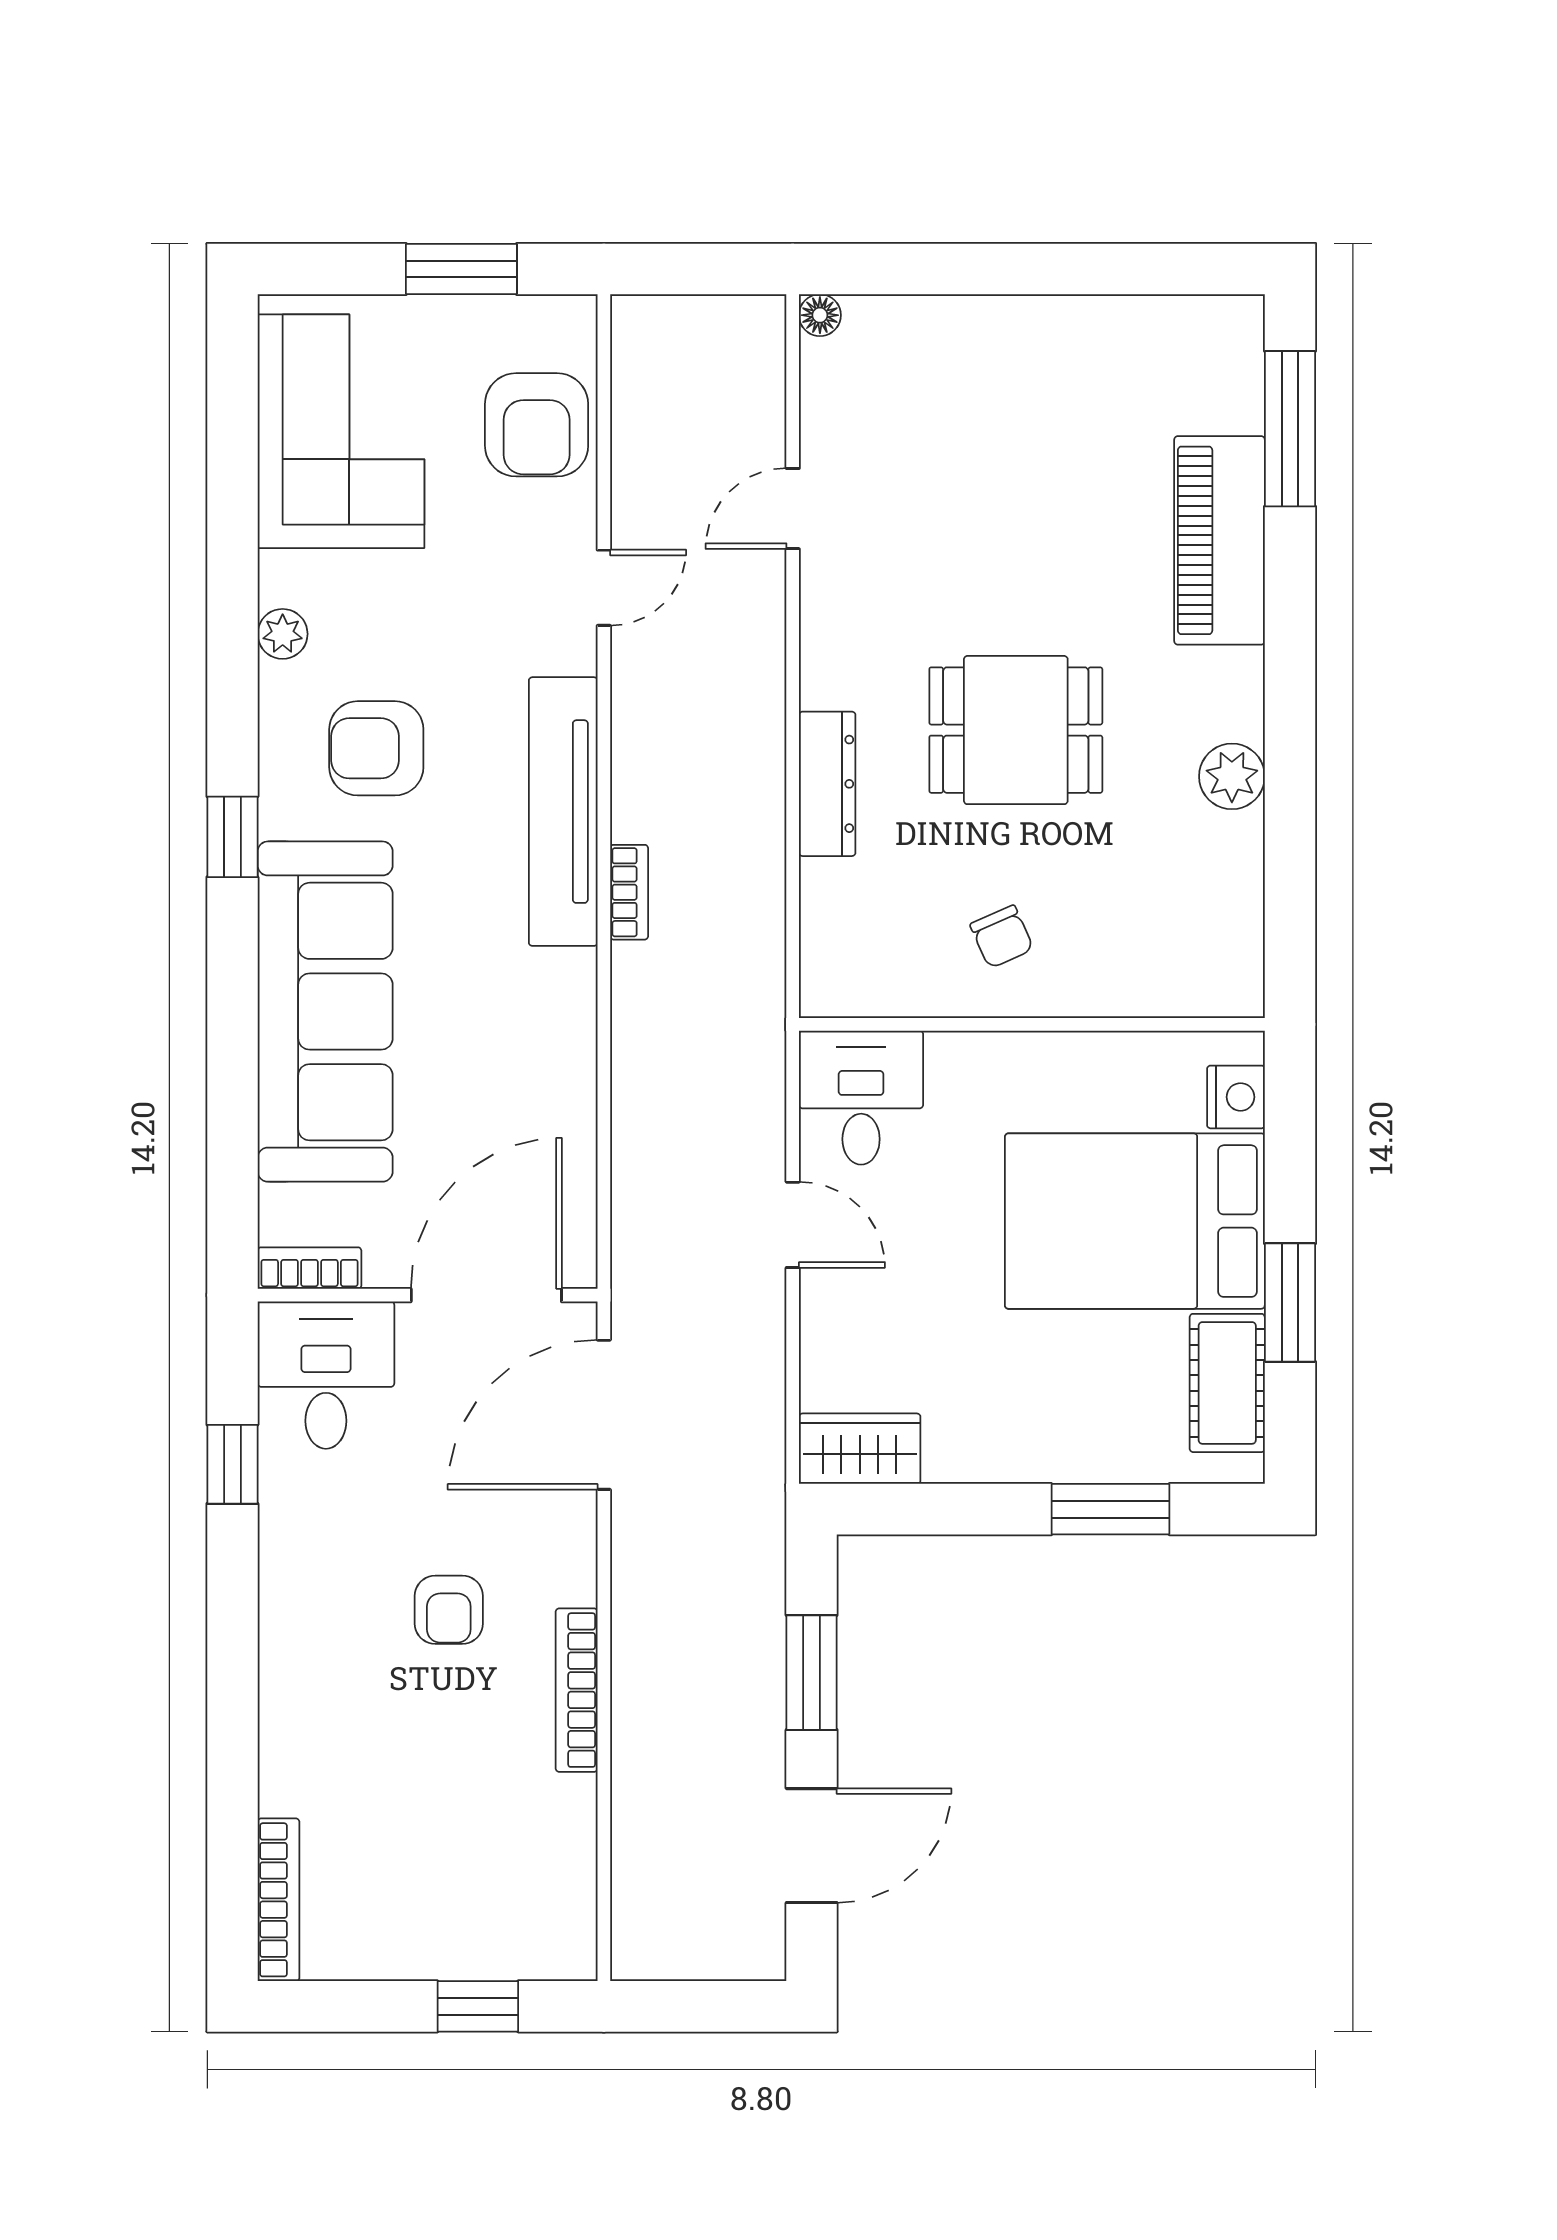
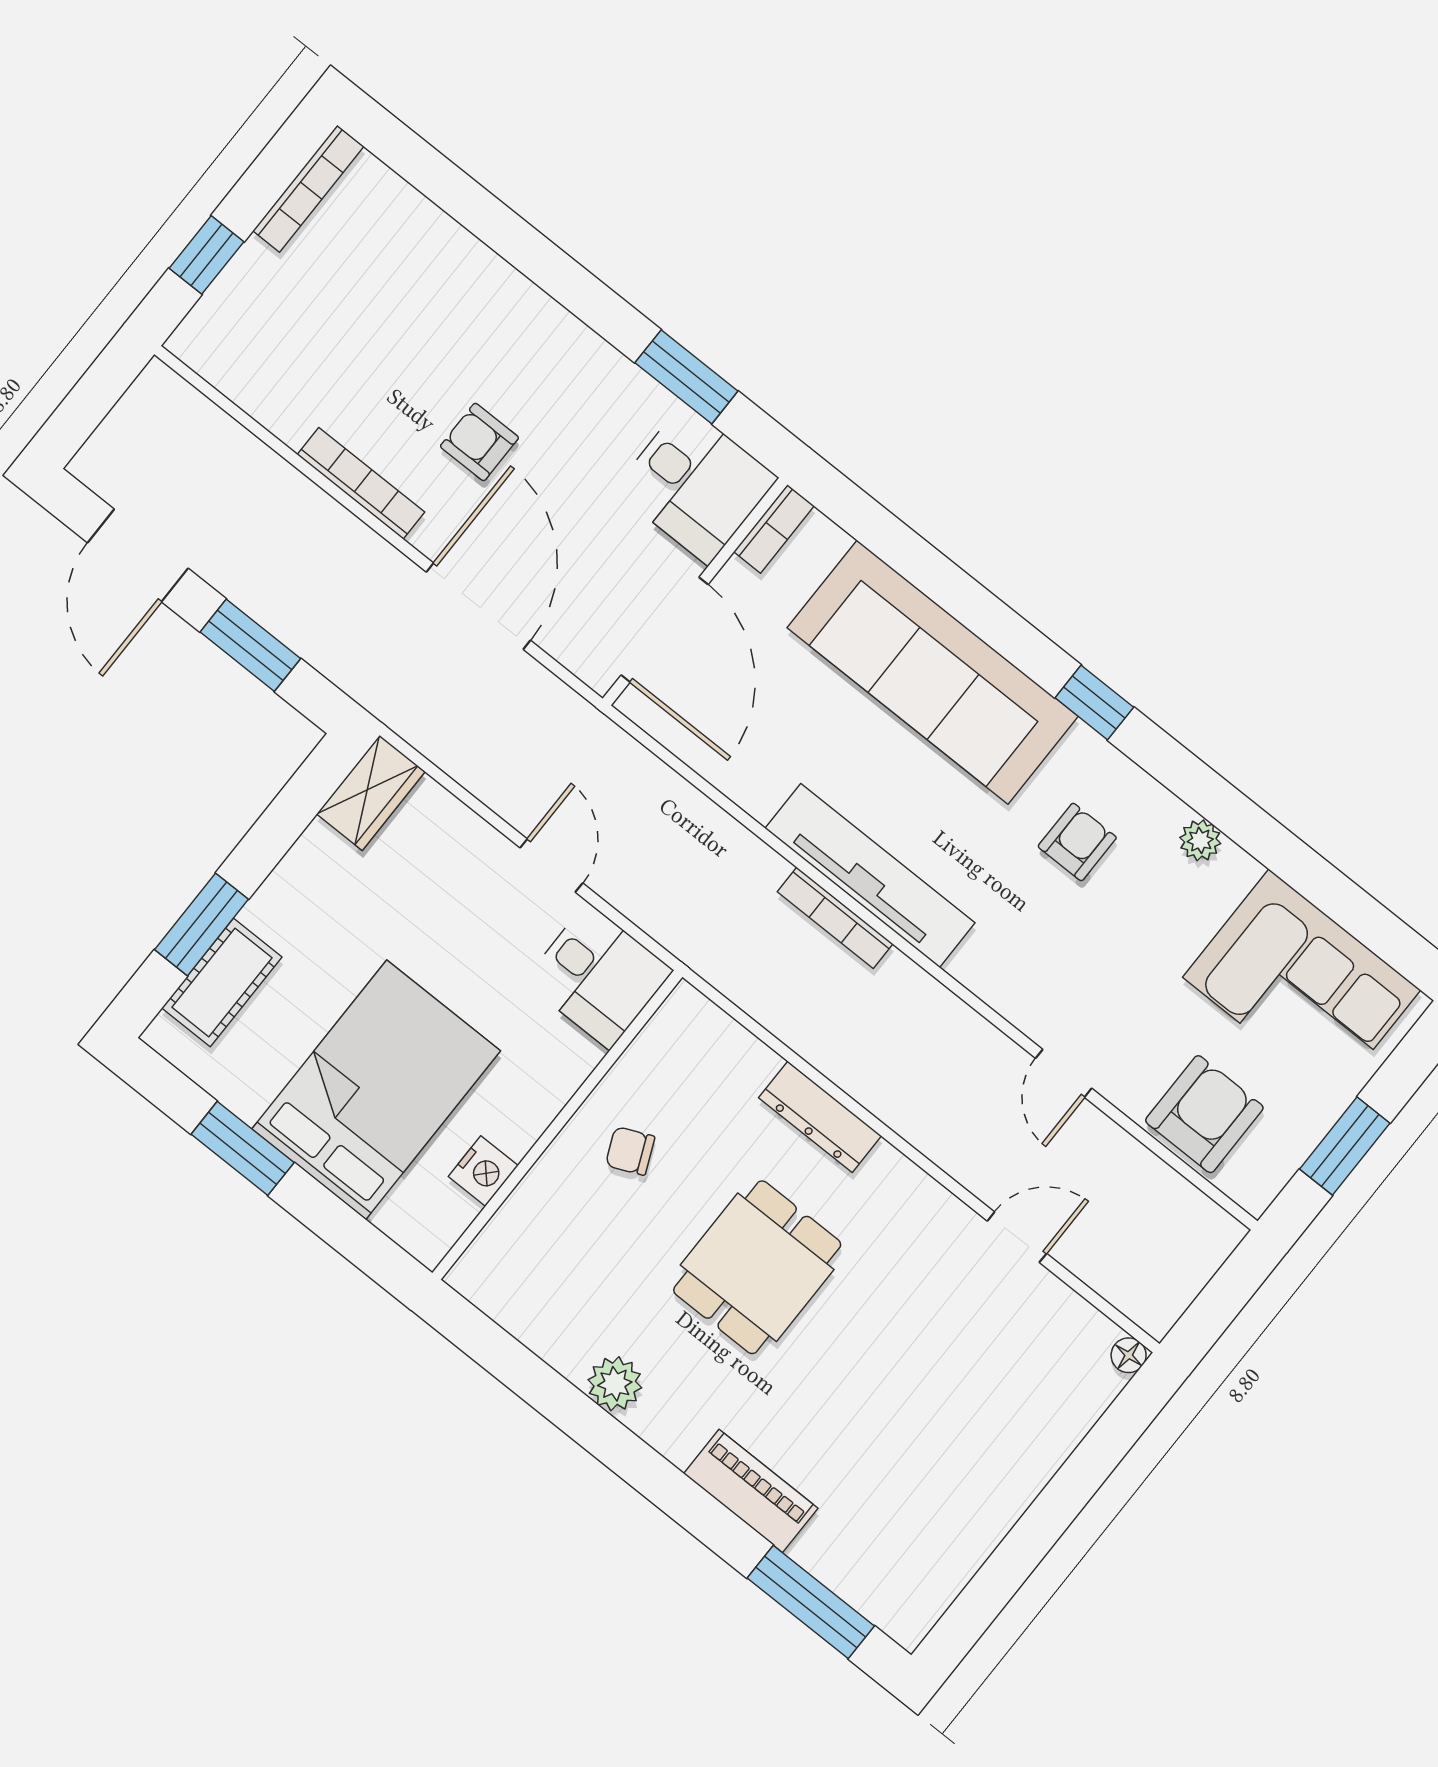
armchair: (537, 425) -> (1204, 1114), turned 90
door: (793, 509) -> (1017, 1237), hinge flipped
piano: (1219, 540) -> (751, 1491), width x0.73, depth x0.75
armchair: (376, 748) -> (1077, 842), width x0.72, depth x0.72
tv unit: (563, 812) -> (870, 876), moved
bookcase: (629, 892) -> (835, 918), width x1.56
nightstand: (1236, 1097) -> (483, 1171), moved, turned -90
door: (793, 1225) -> (551, 865), swing flipped
cot: (1227, 1383) -> (222, 983), moved, turned 90
door: (604, 1415) -> (478, 606), moved
window: (232, 1464) -> (686, 377), width x1.50
bookcase: (278, 1900) -> (308, 189), moved, turned -90

